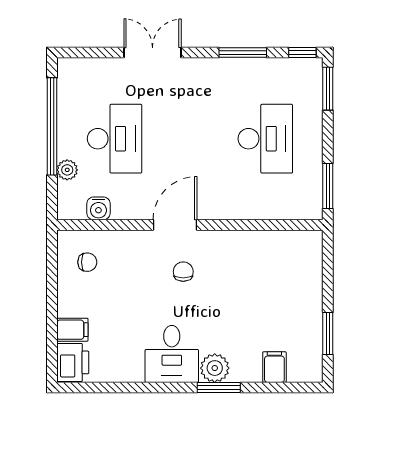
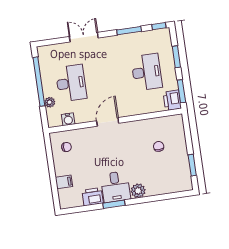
window: (328, 89) -> (176, 57), moved
printer: (307, 201) -> (172, 100), added
chair: (183, 272) -> (159, 146), moved
printer: (73, 362) -> (93, 197), moved, turned -90
filing cabinet: (274, 367) -> (168, 186), removed
window: (219, 387) -> (114, 204), moved

